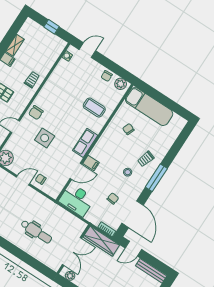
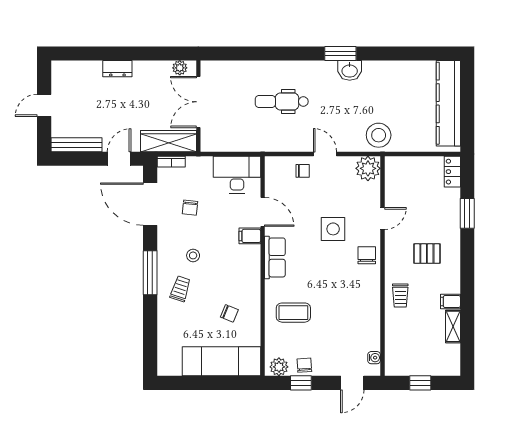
window: (115, 68) -> (301, 383), added
door: (76, 171) -> (263, 212), swing flipped
door: (23, 180) -> (325, 154), swing flipped
dental chair: (36, 232) -> (282, 101), moved

